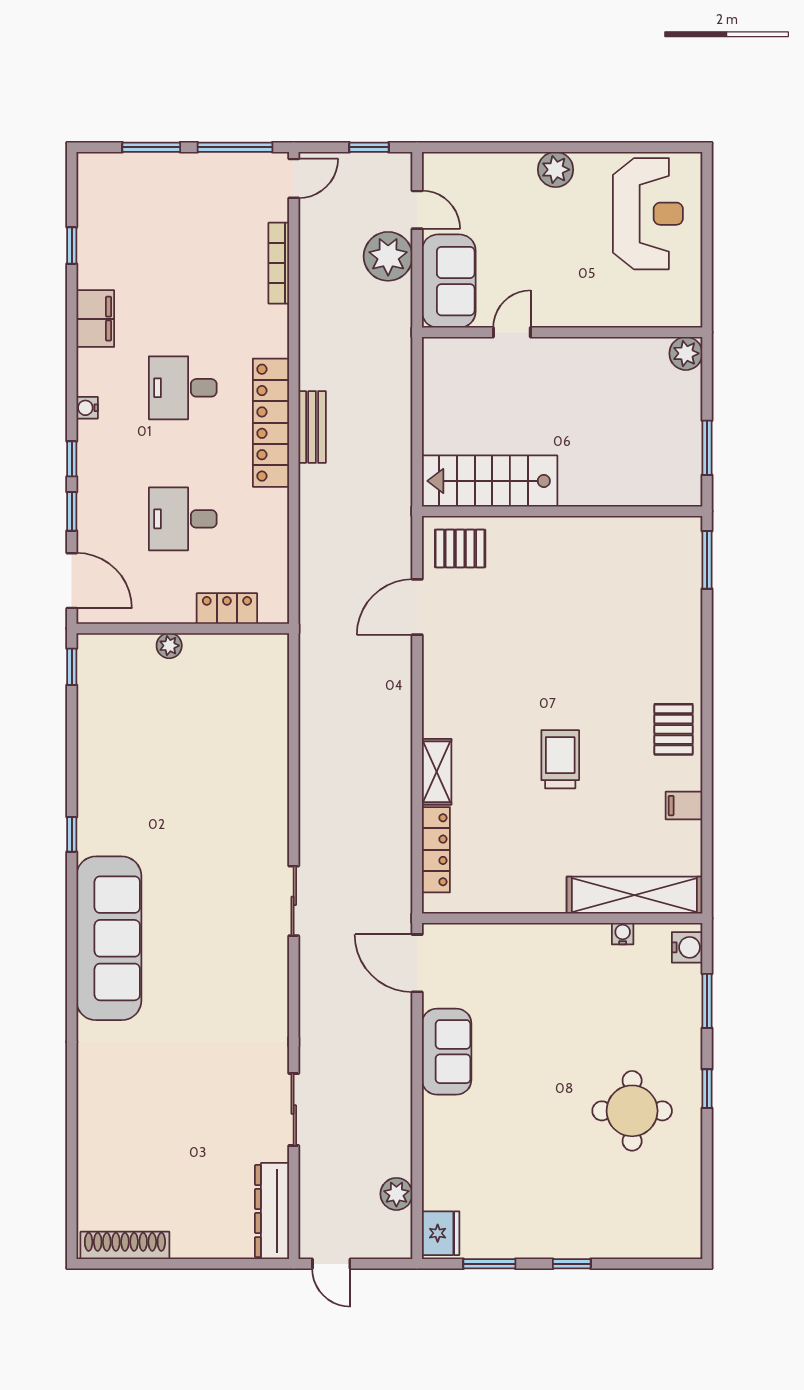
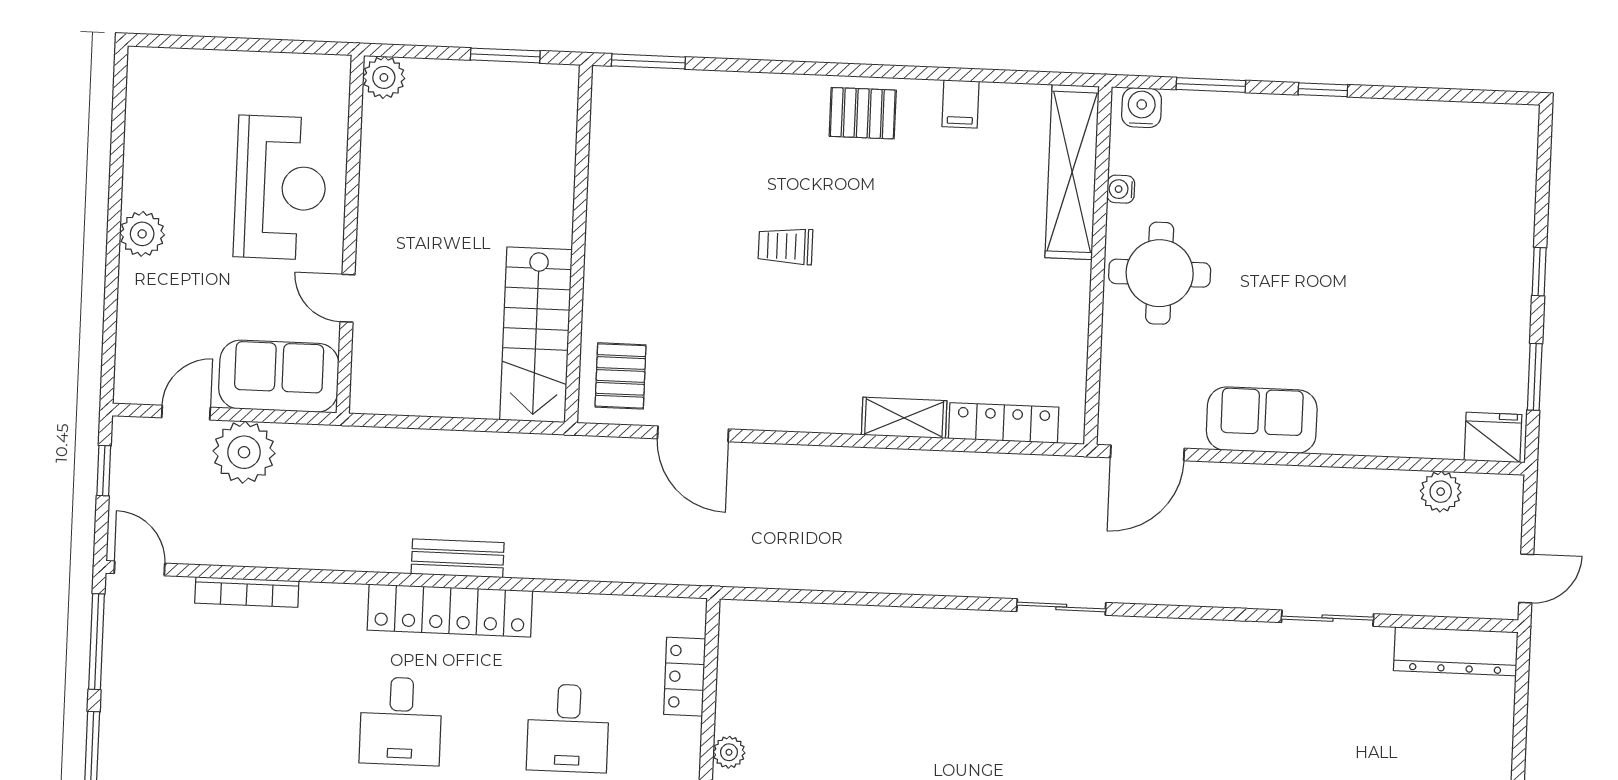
reception desk: (648, 214) -> (280, 188), moved, turned 90
trolley: (560, 759) -> (785, 246), moved, width x0.73, depth x0.72
round table: (632, 1111) -> (1160, 273), moved

